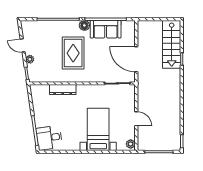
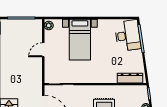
dresser: (63, 90) -> (130, 78), moved
door: (136, 119) -> (43, 50), hinge flipped
desk: (49, 138) -> (128, 36), width x1.37

